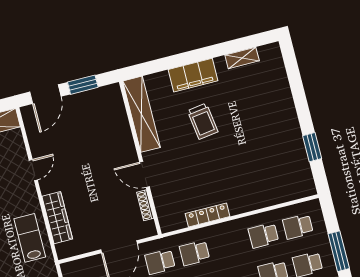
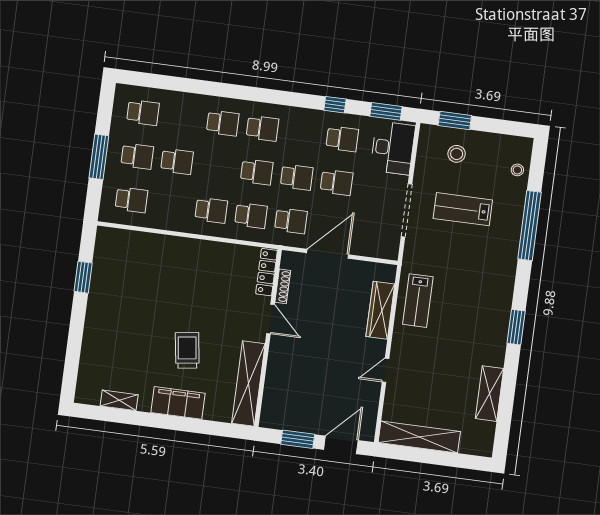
locker: (208, 215) -> (267, 272), moved, turned 90
school desk: (263, 235) -> (211, 210), moved

